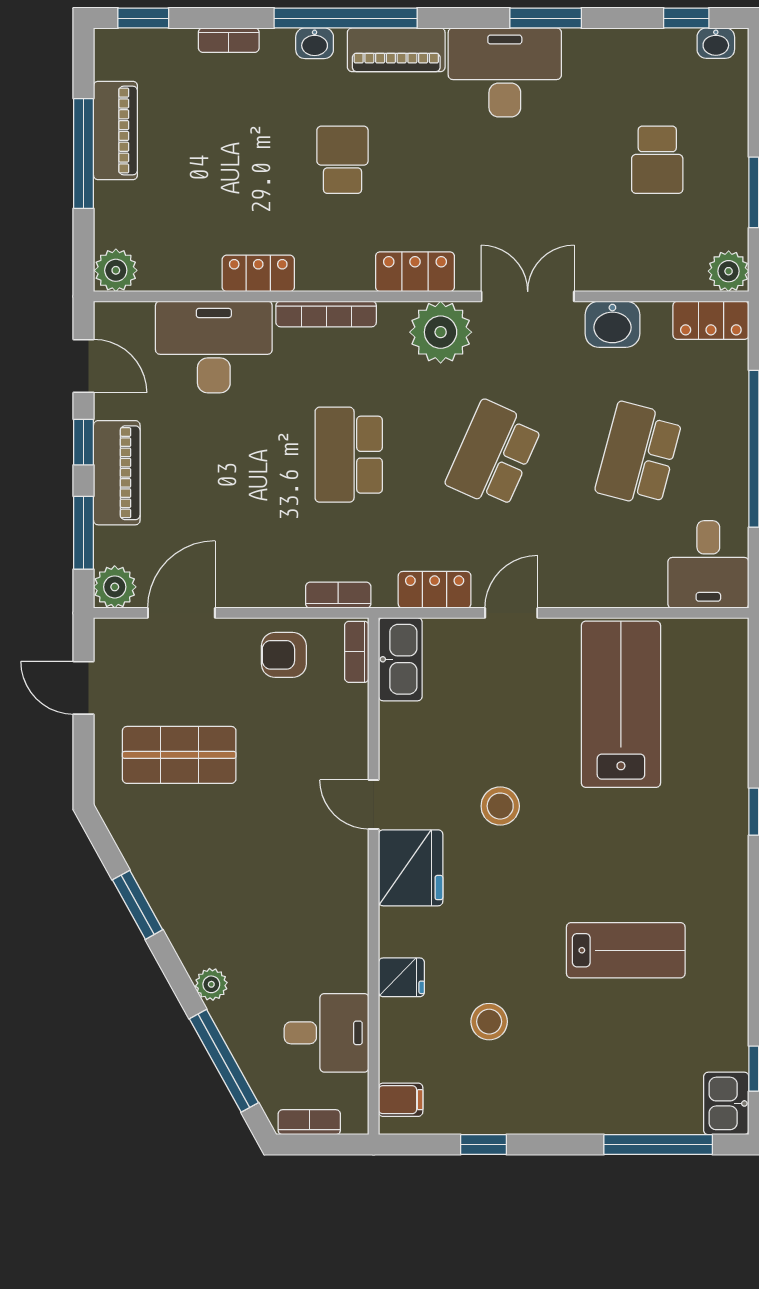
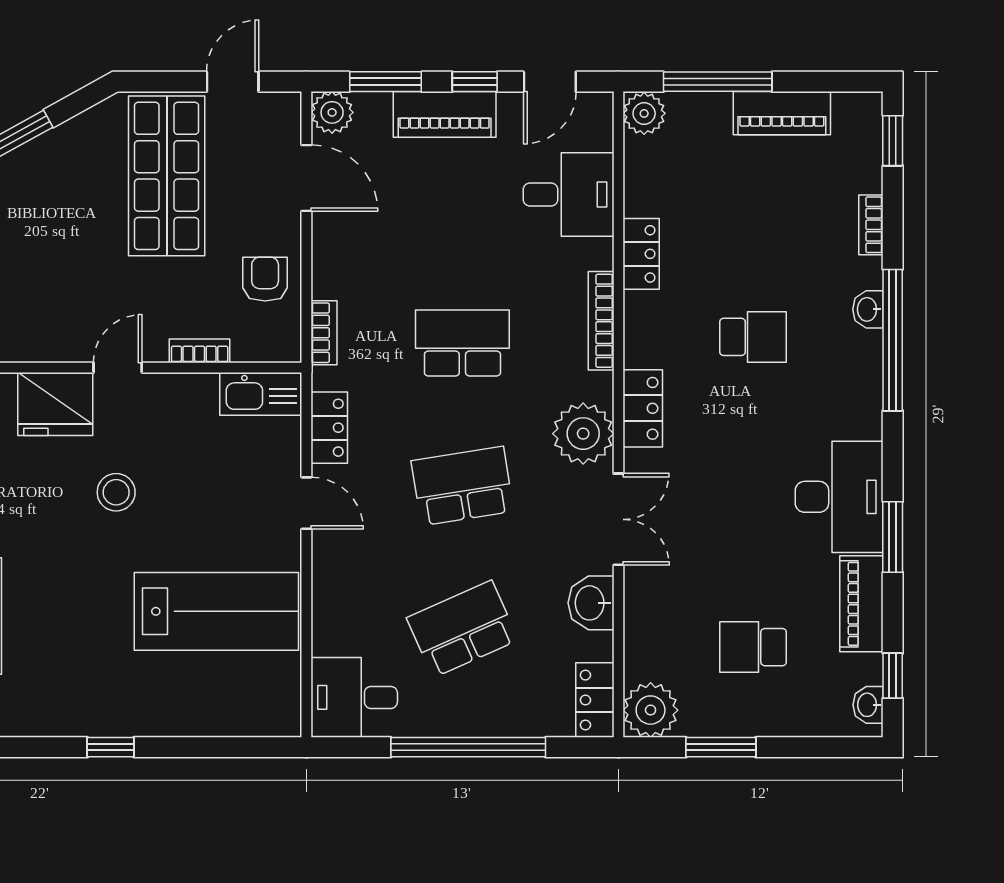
piano: (396, 50) -> (861, 604), moved
window: (84, 154) -> (718, 82), moved
plant: (729, 271) -> (651, 710), width x1.36, depth x1.36
desk: (214, 347) -> (569, 194), width x0.73
school desk: (494, 455) -> (462, 486), turned -33
school desk: (639, 455) -> (462, 629), turned -39
bookcase: (357, 652) -> (200, 351), moved
shop shelf: (179, 755) -> (167, 176), width x1.43, depth x1.36

